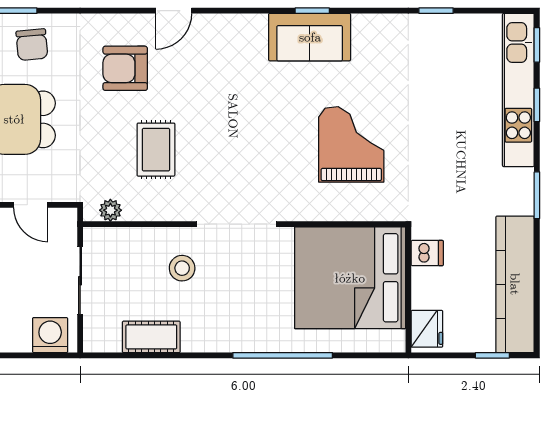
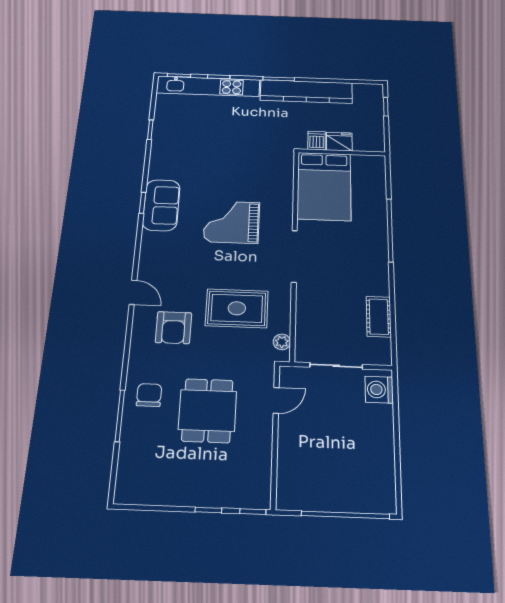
chair: (32, 45) -> (149, 395), turned -85
grand piano: (351, 144) -> (232, 222), moved
rug: (156, 150) -> (237, 308), width x1.36, depth x1.43
stool: (182, 268) -> (327, 294), removed
bed: (350, 278) -> (324, 186), width x0.73
kitchen counter: (515, 284) -> (306, 92), moved
fridge: (427, 329) -> (339, 142), moved

